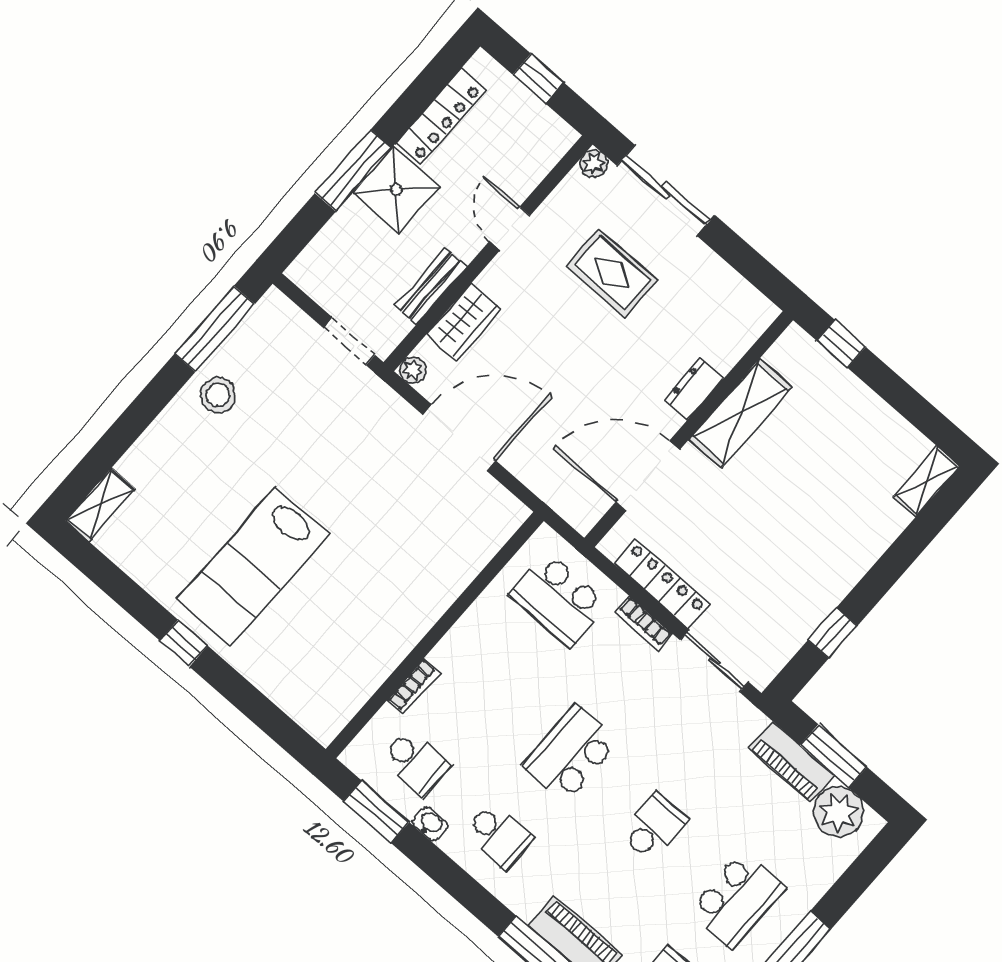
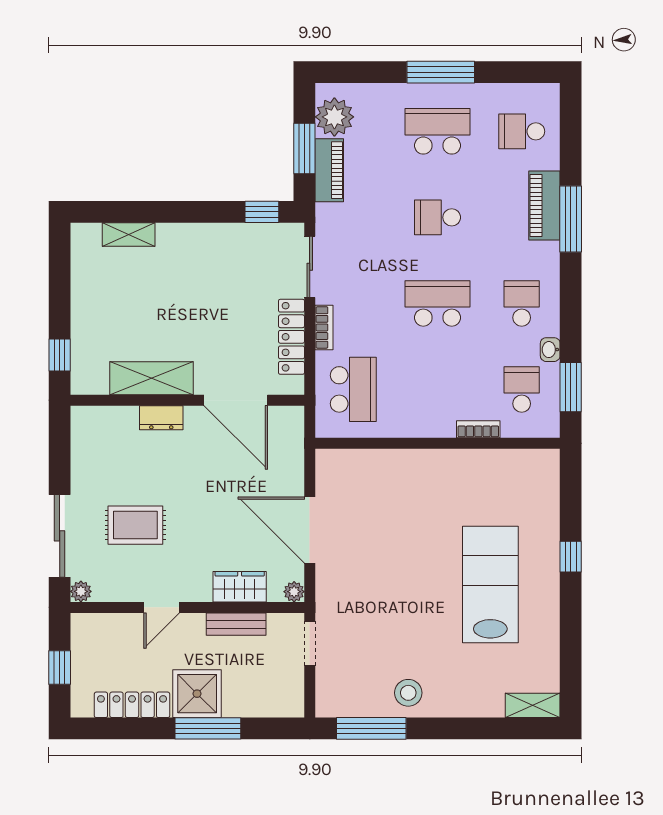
rug: (612, 273) -> (135, 525), turned 90
shelving: (926, 482) -> (129, 235), moved
lab bench: (253, 566) -> (490, 584), turned -90
window: (833, 633) -> (262, 212), moved
window: (184, 643) -> (571, 557), moved
school desk: (570, 754) -> (438, 303), turned 180

